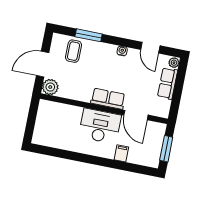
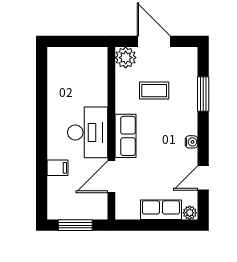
coffee table: (74, 51) -> (154, 91), moved

